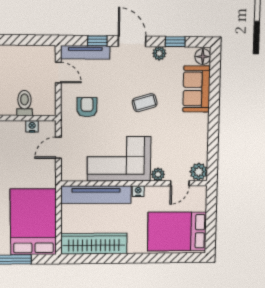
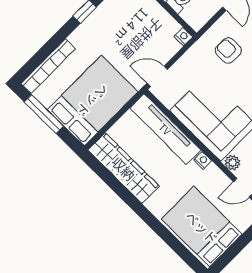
armchair: (87, 107) -> (228, 51), turned -90
nightstand: (32, 126) -> (183, 37), moved
door: (58, 148) -> (157, 76), moved

